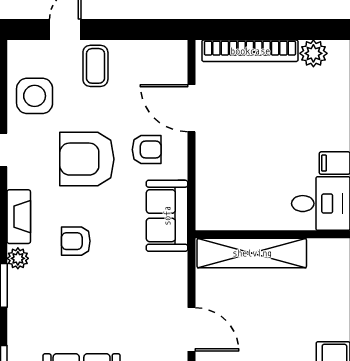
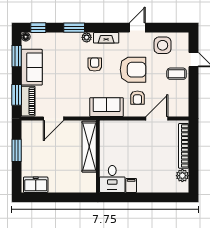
armchair: (87, 159) -> (133, 70), turned 90

